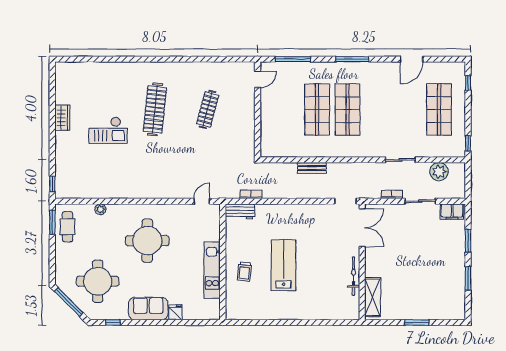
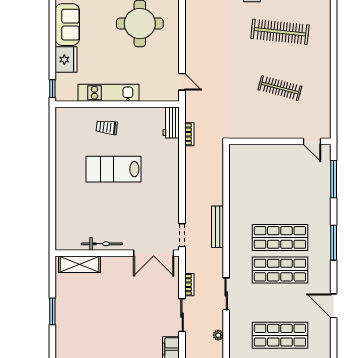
shop shelf: (317, 110) -> (280, 270), moved
bench: (312, 168) -> (218, 227), moved, width x1.36
plant: (439, 172) -> (218, 335), width x0.53, depth x0.53
lab bench: (284, 265) -> (114, 169), turned 180
fridge: (175, 312) -> (66, 60), width x1.88, depth x1.34
window: (208, 323) -> (52, 89), added

